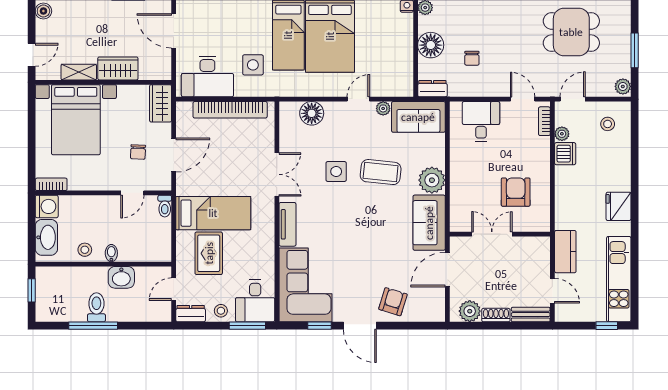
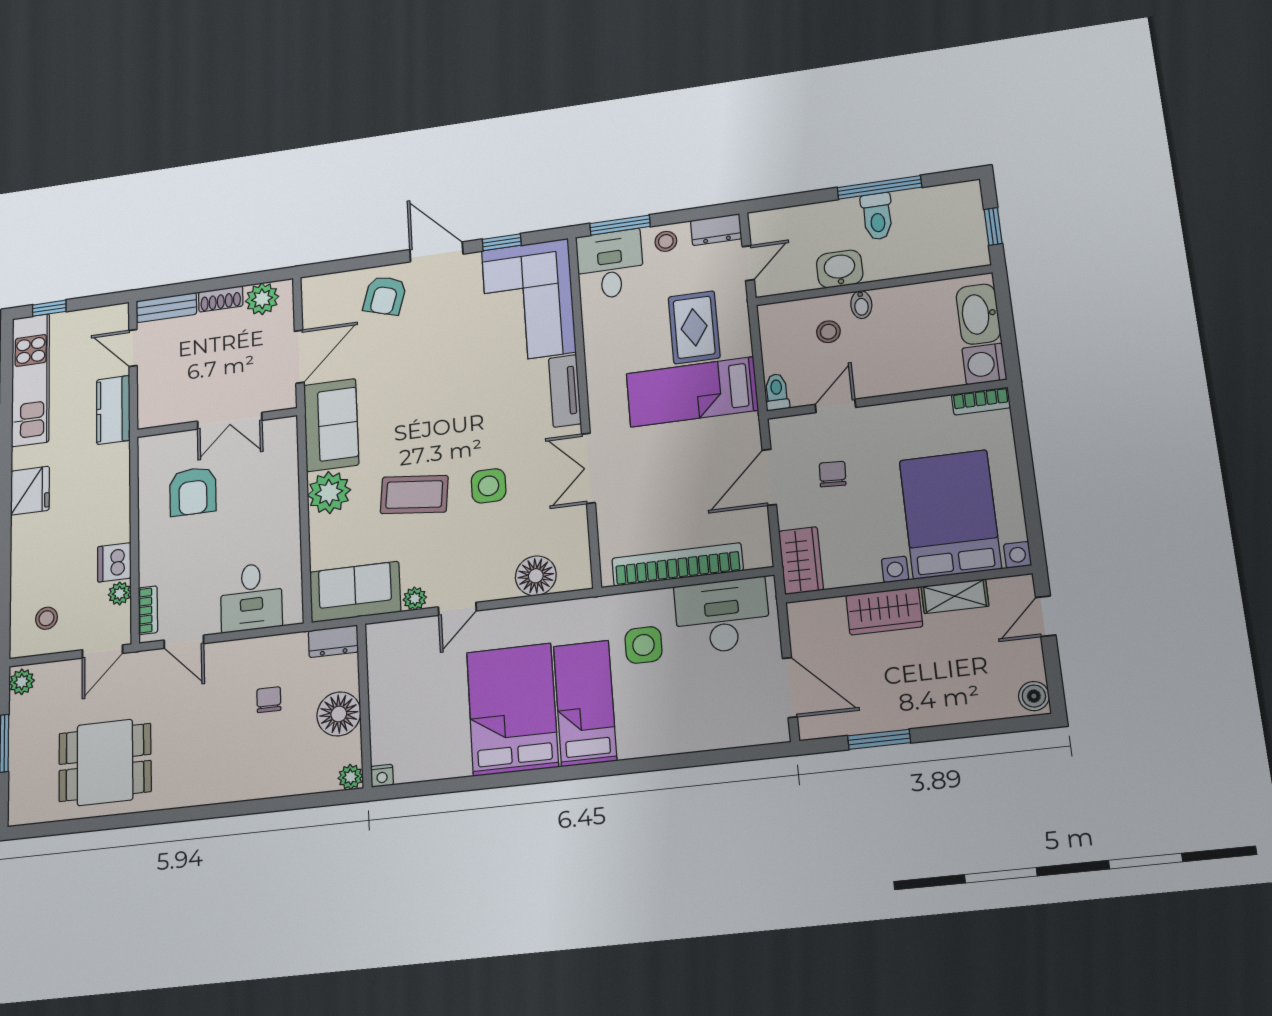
stool: (85, 250) -> (828, 332), moved

